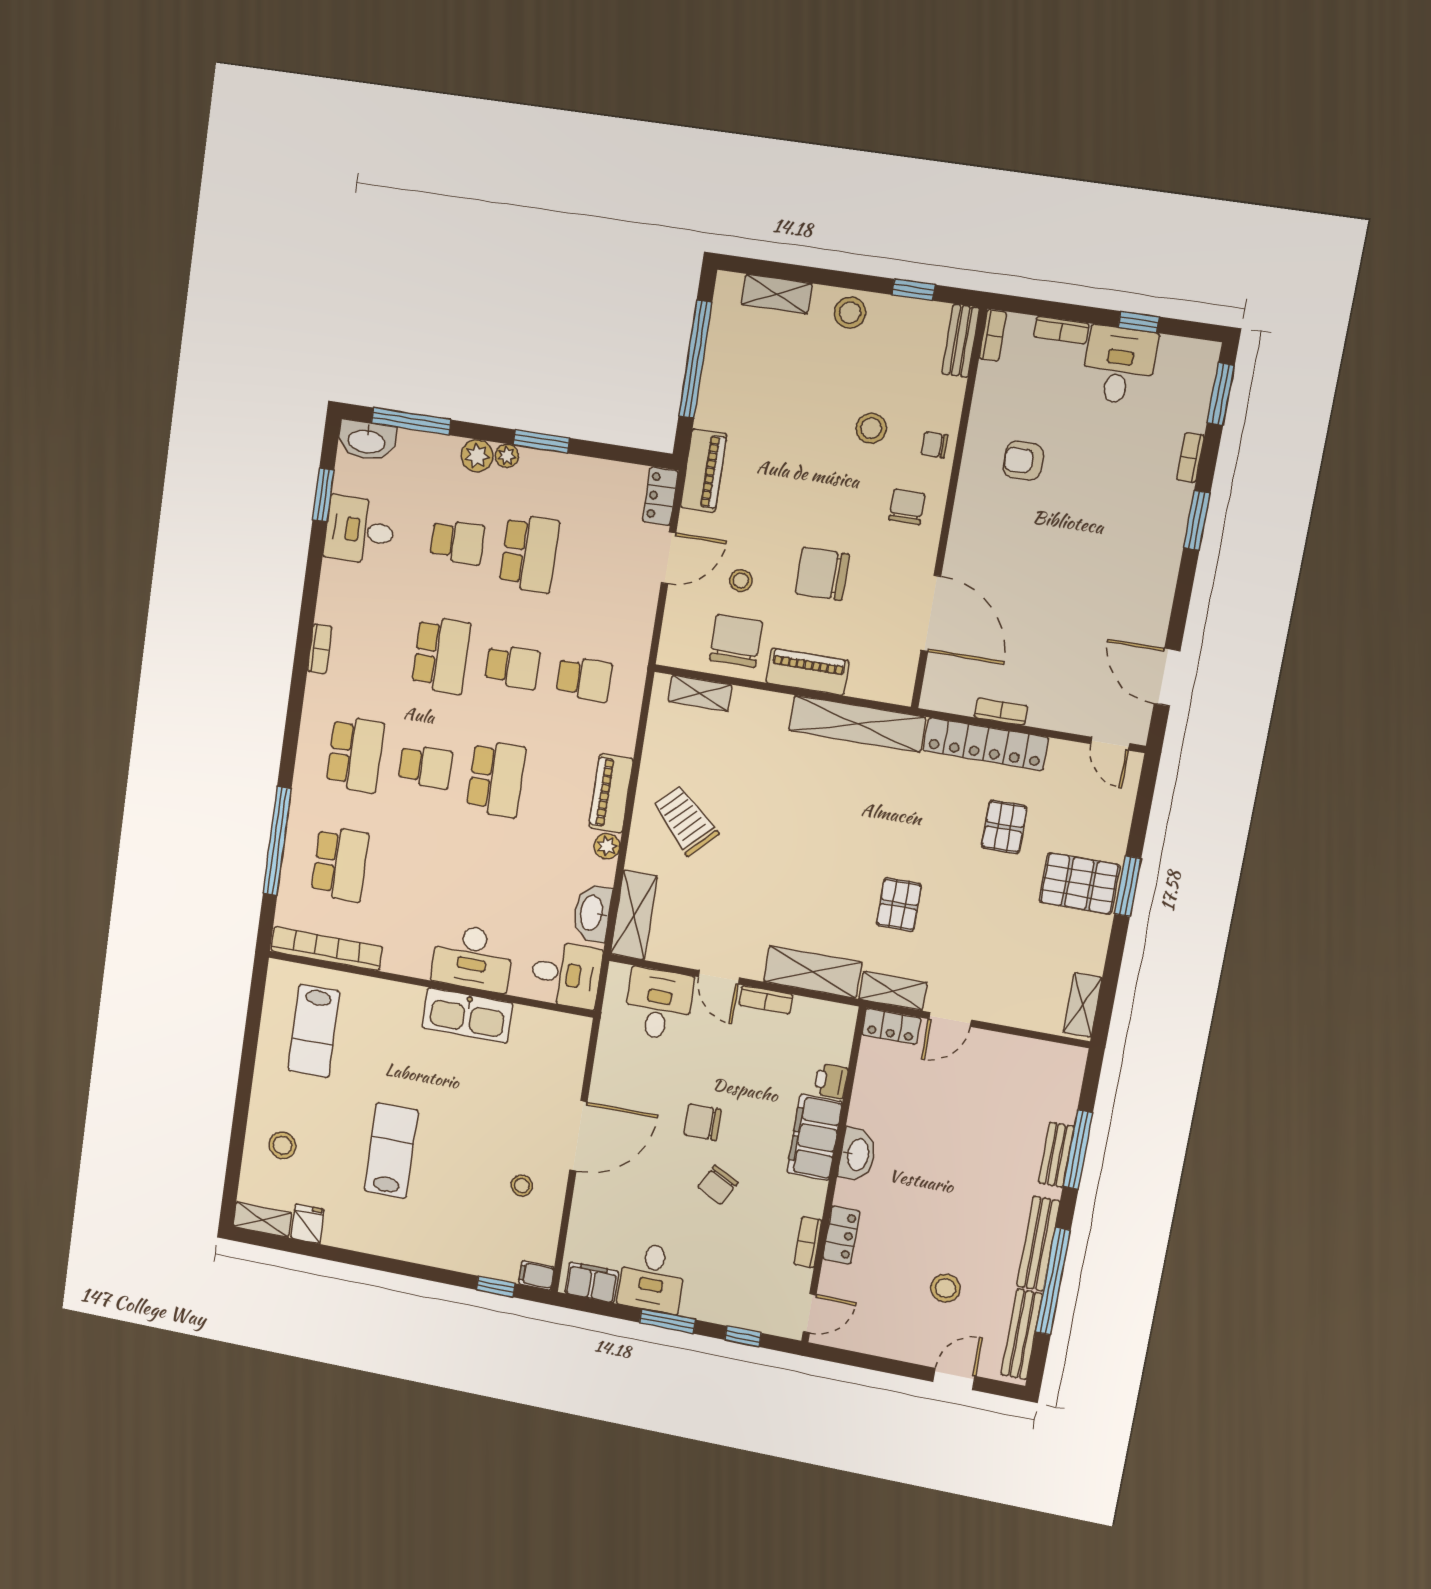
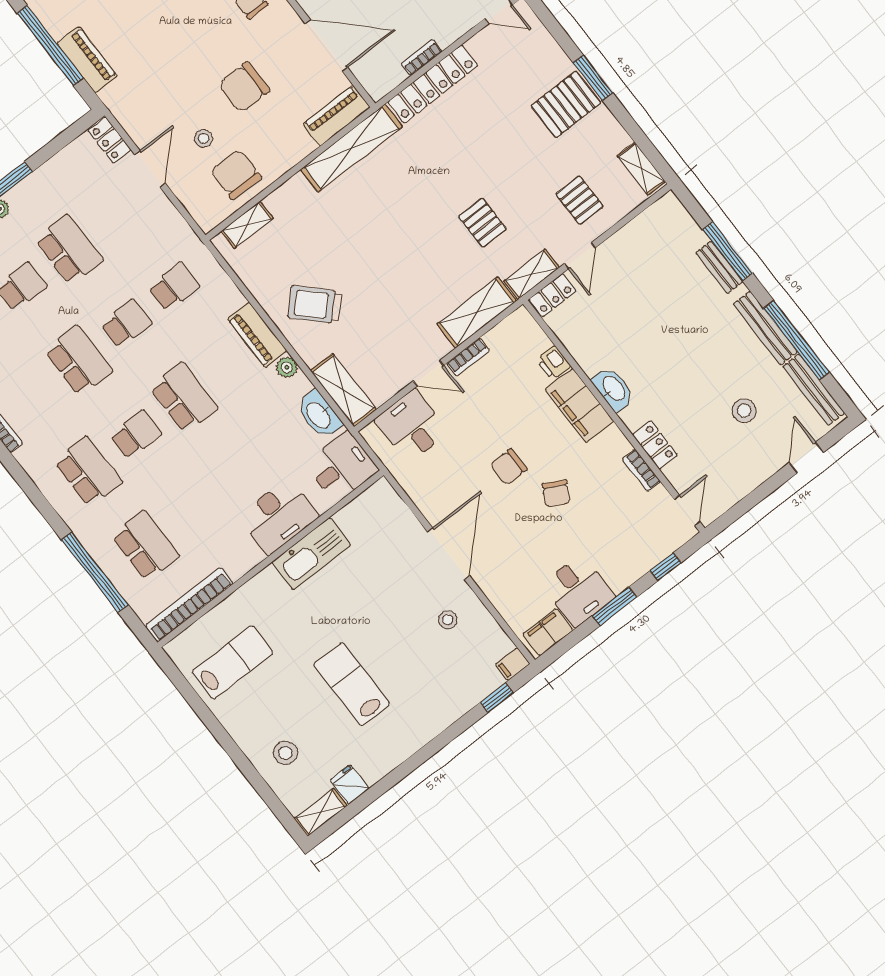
piano: (704, 471) -> (87, 60), moved
piano: (807, 672) -> (337, 116), moved
pallet: (1004, 827) -> (580, 200), moved
lab bench: (314, 1031) -> (233, 662), turned -90

